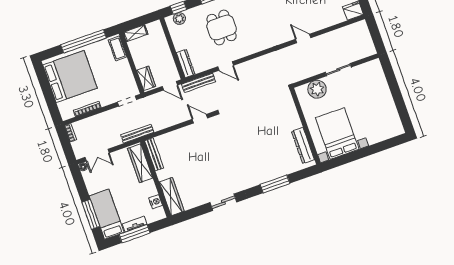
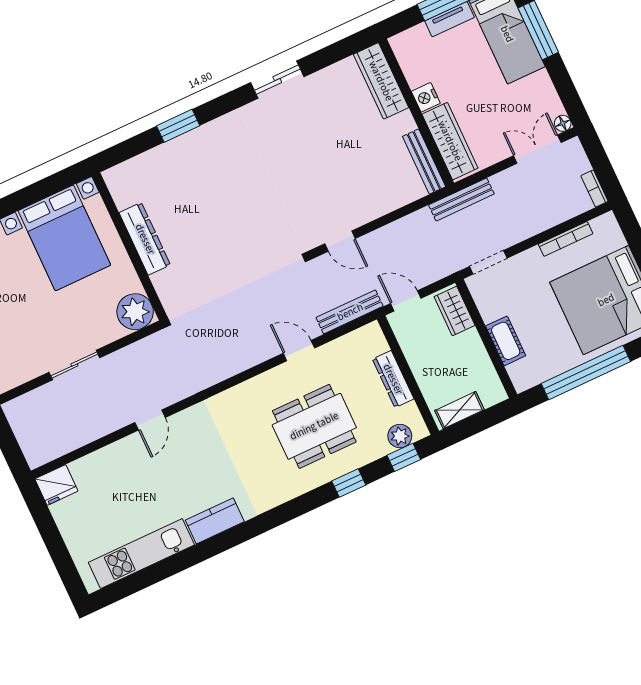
dining table: (222, 28) -> (314, 426), width x1.38
shelving: (135, 33) -> (459, 410), moved
door: (303, 39) -> (150, 420), hinge flipped
cot: (118, 48) -> (506, 341), moved
dresser: (186, 63) -> (393, 379), moved
plant: (317, 89) -> (135, 312), moved
dresser: (303, 146) -> (145, 239), moved
window: (275, 184) -> (178, 126), width x0.69
nightstand: (156, 202) -> (426, 97), moved

